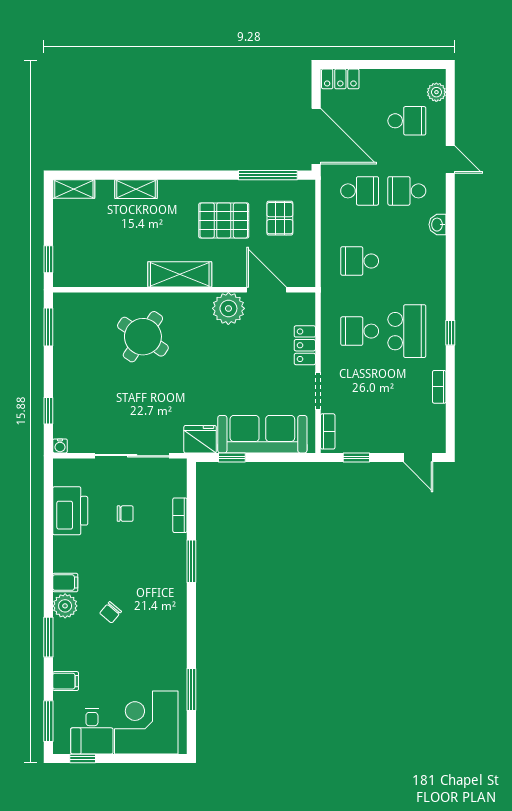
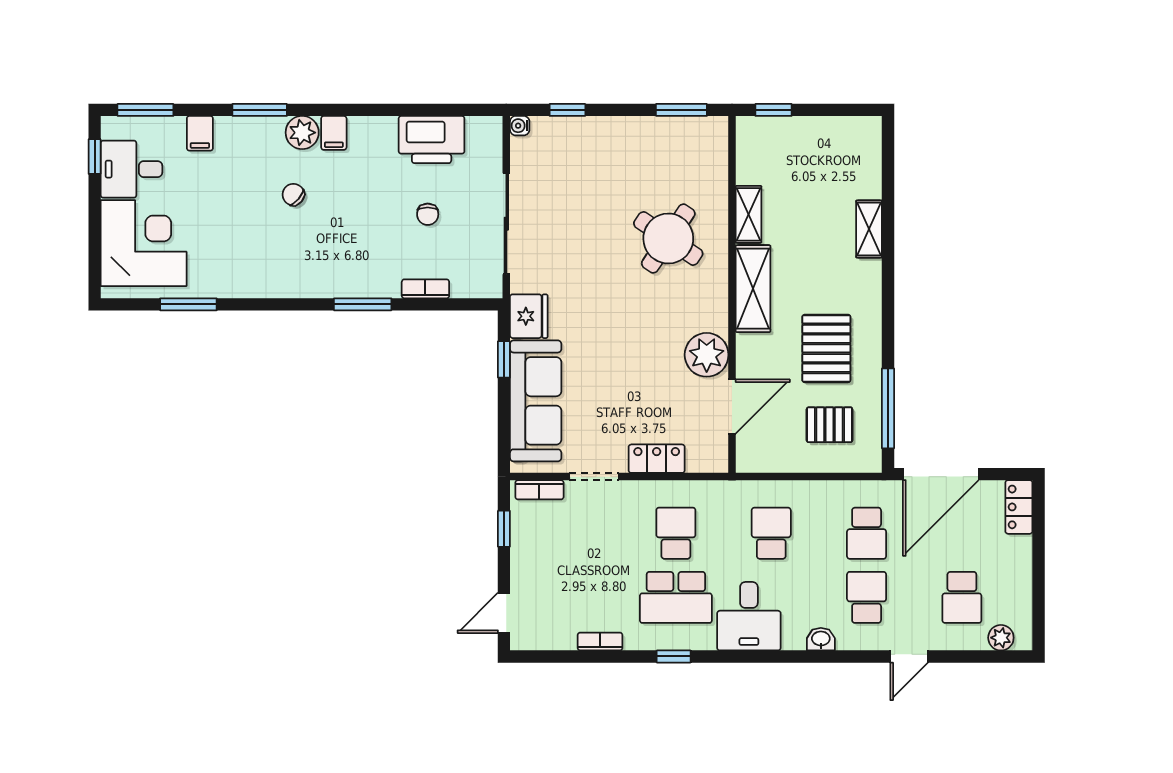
shelving: (74, 189) -> (749, 214), moved
desk: (421, 277) -> (749, 616), added

